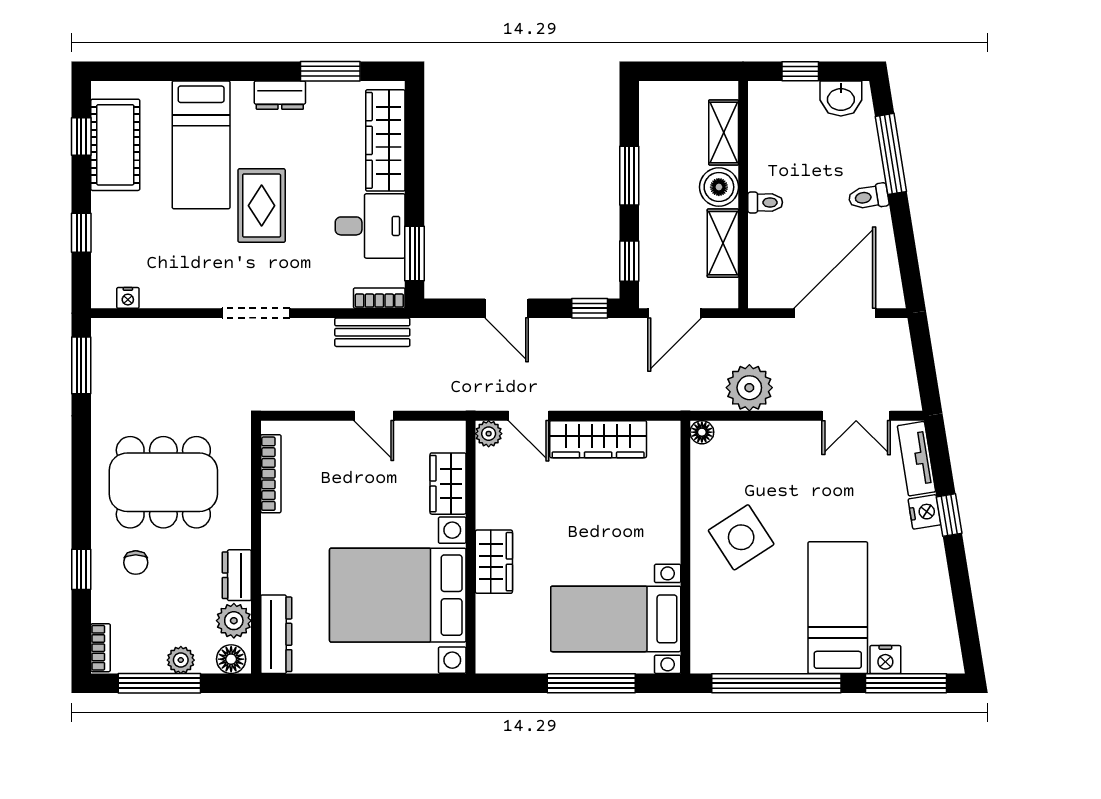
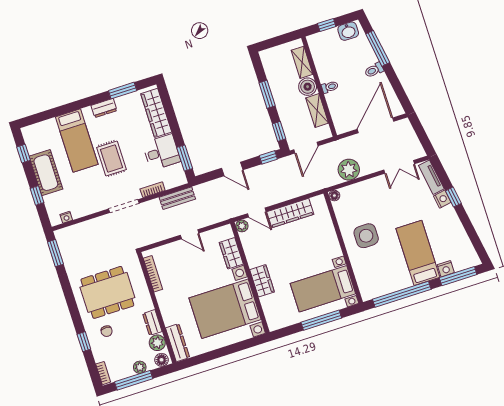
cot: (115, 145) -> (46, 173), moved
bookcase: (379, 298) -> (153, 190), moved
side table: (741, 537) -> (366, 236), turned 33

